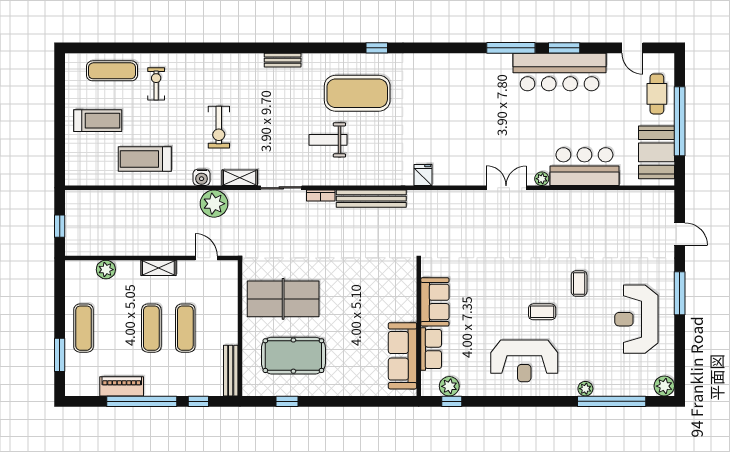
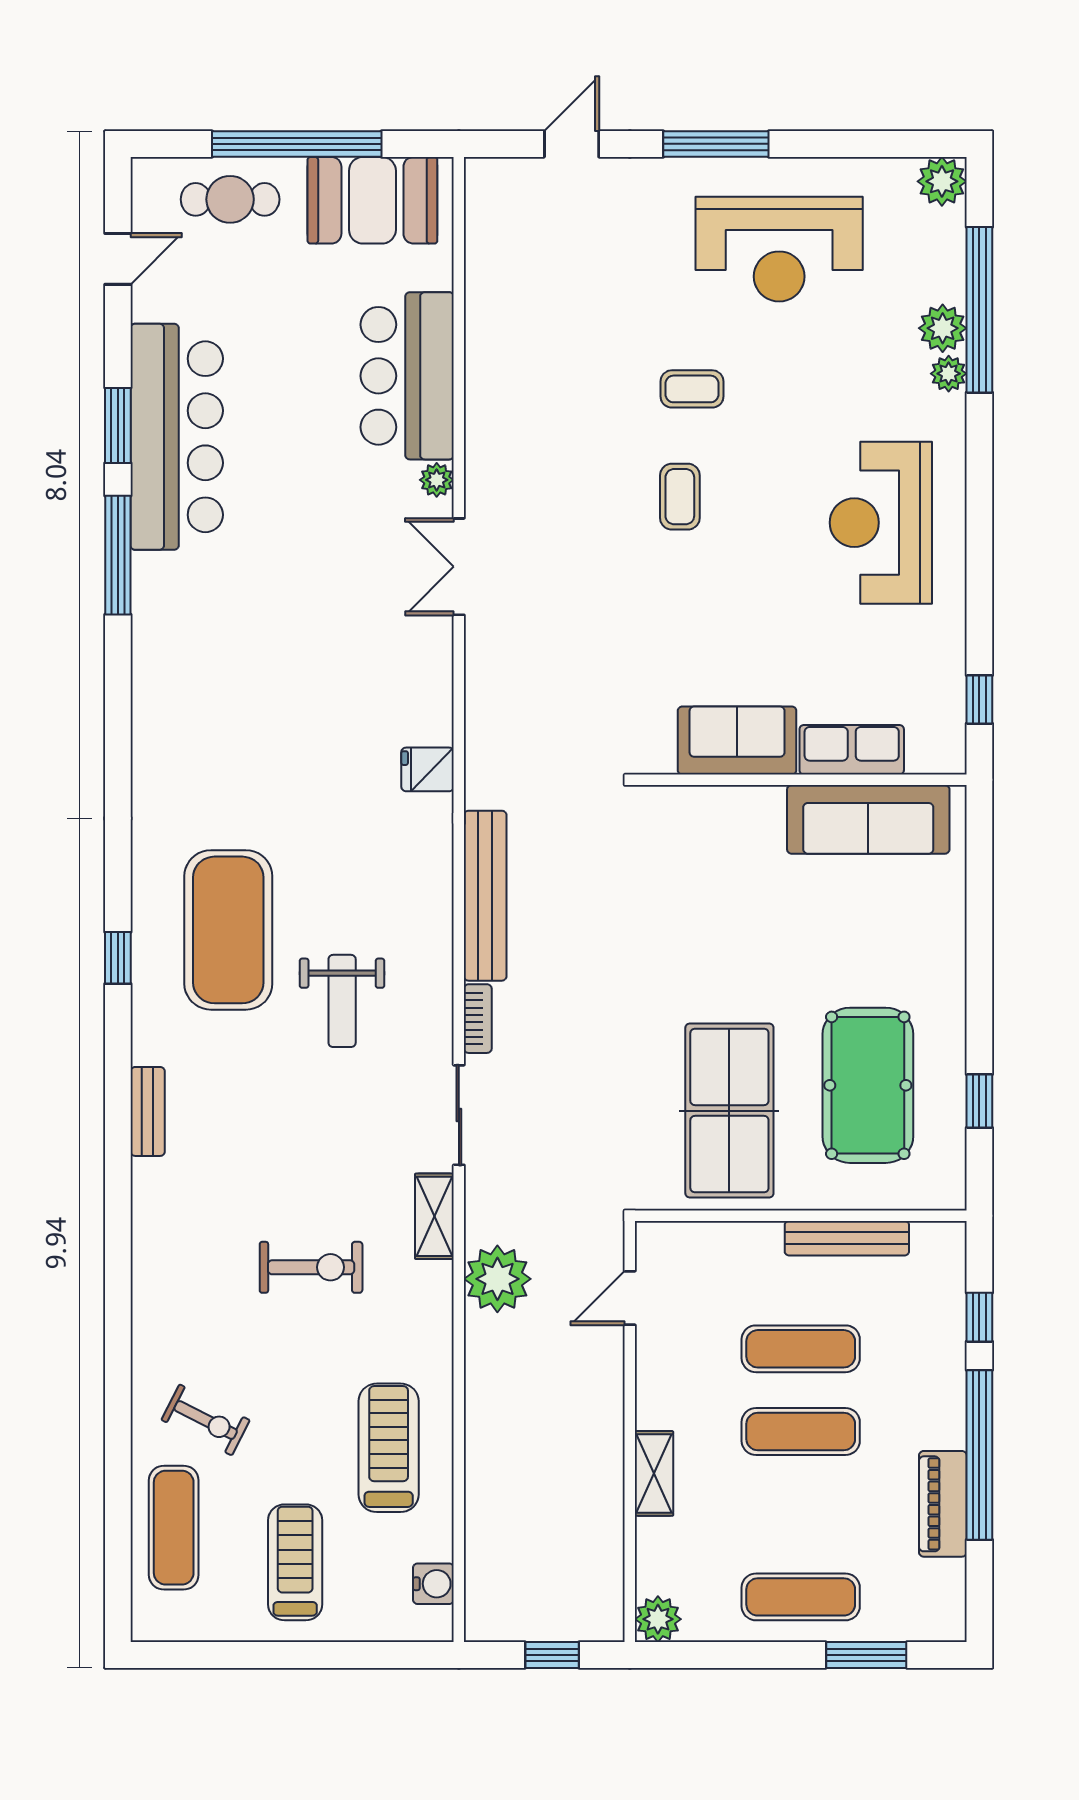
window: (377, 48) -> (118, 958), moved
exercise bike: (156, 84) -> (206, 1420), turned -153
treadmill: (145, 159) -> (389, 1448), turned 180
water cooler: (202, 177) -> (433, 1584), moved
shelving: (158, 268) -> (654, 1473), moved
plant: (106, 270) -> (658, 1619), moved
coffee table: (542, 312) -> (680, 497), moved
reception desk: (524, 361) -> (881, 523), turned 180
bench: (231, 371) -> (847, 1238), moved
plant: (449, 386) -> (943, 328), moved

